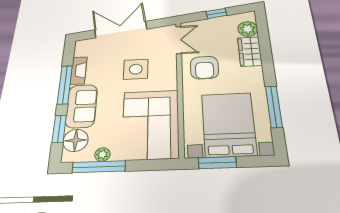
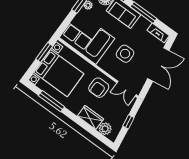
armchair: (204, 68) -> (99, 88), turned -90
fireplace: (79, 70) -> (158, 33), moved

